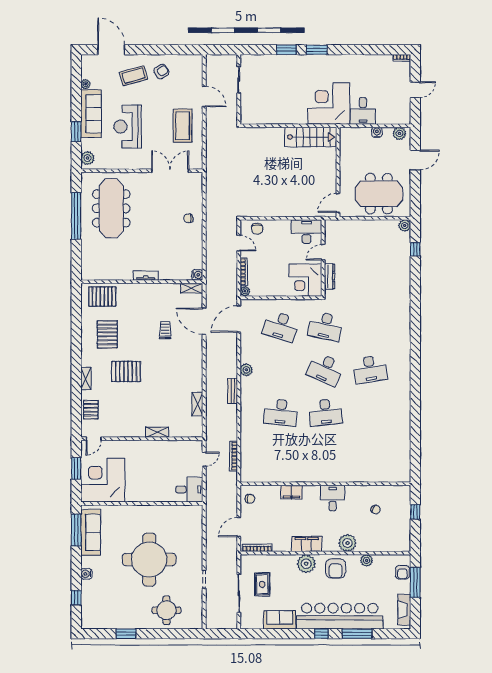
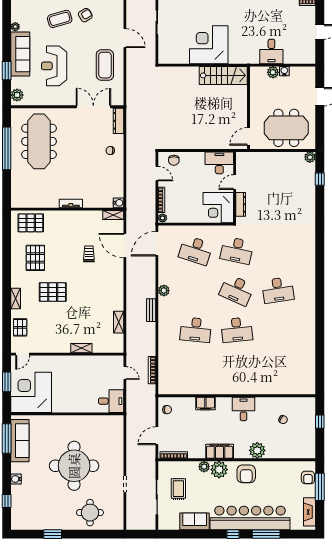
corner desk: (329, 104) -> (209, 45), moved
plant: (399, 133) -> (273, 72), moved
dresser: (197, 186) -> (119, 121), added
door: (204, 459) -> (125, 373), hinge flipped
plant: (366, 560) -> (204, 467), moved

